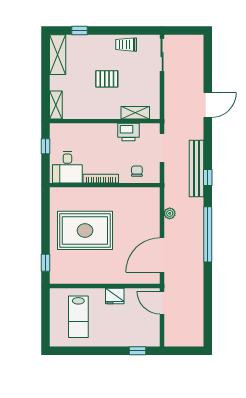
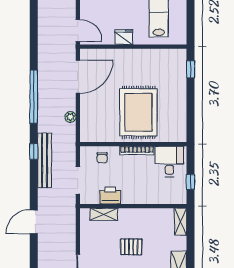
rug: (85, 230) -> (138, 112), moved, turned 90

